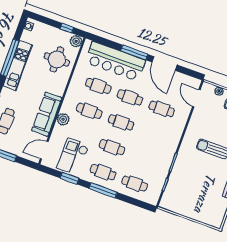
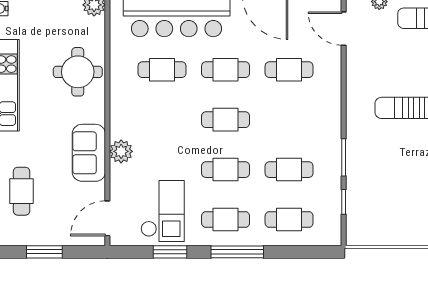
round table: (57, 59) -> (78, 72), moved
cafe table: (89, 111) -> (289, 170), moved
sofa: (47, 114) -> (89, 153), width x0.73
checkout: (73, 156) -> (163, 211), turned 180

